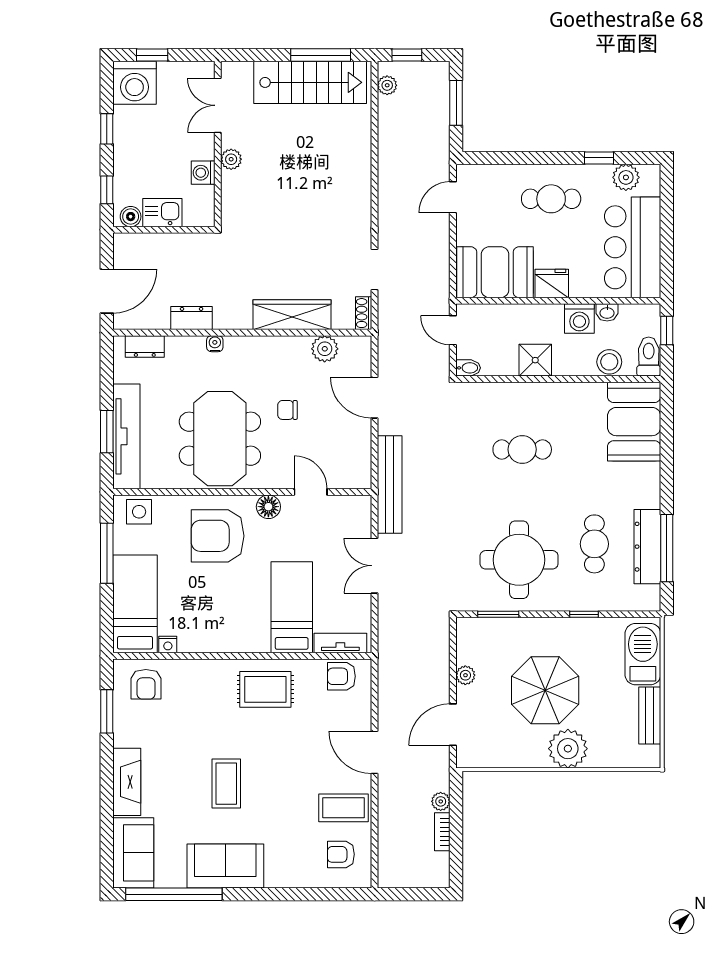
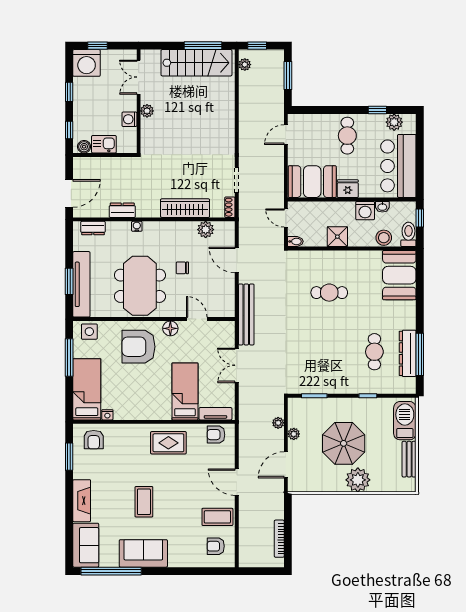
cafe table: (551, 199) -> (347, 136), turned 90
round table: (519, 560) -> (327, 362), removed
plant: (441, 801) -> (278, 423), moved
bookcase: (442, 832) -> (279, 539), width x1.56

